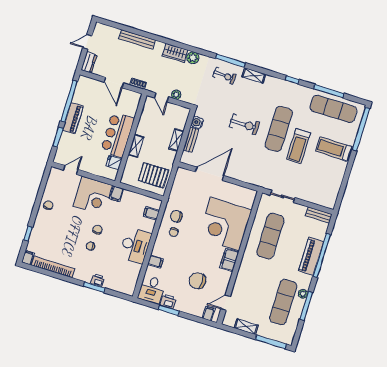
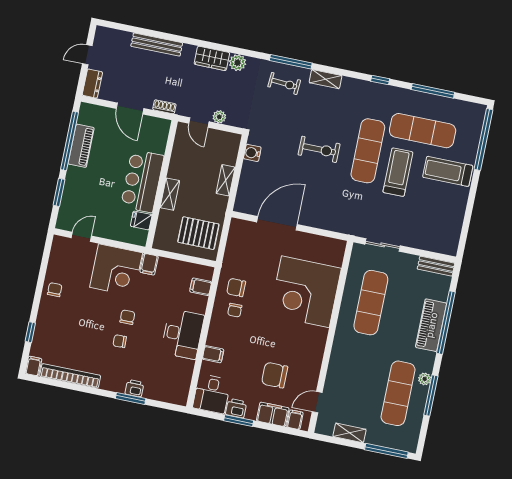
exercise mat: (333, 109) -> (423, 131), moved
piano: (73, 118) -> (81, 146), moved
bench: (191, 140) -> (246, 178), removed
treadmill: (298, 146) -> (398, 172), turned 180
filing cabinet: (229, 260) -> (273, 414), moved, turned 90

